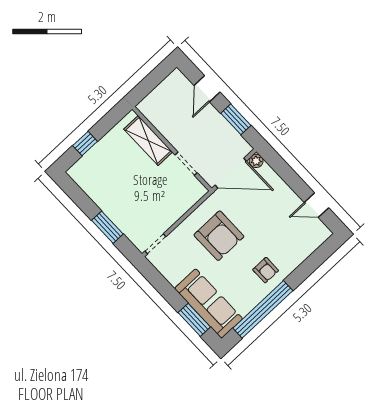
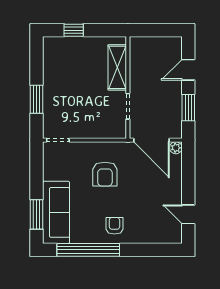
armchair: (219, 236) -> (105, 174), width x0.73, depth x0.73
armchair: (266, 270) -> (114, 226), turned 180

